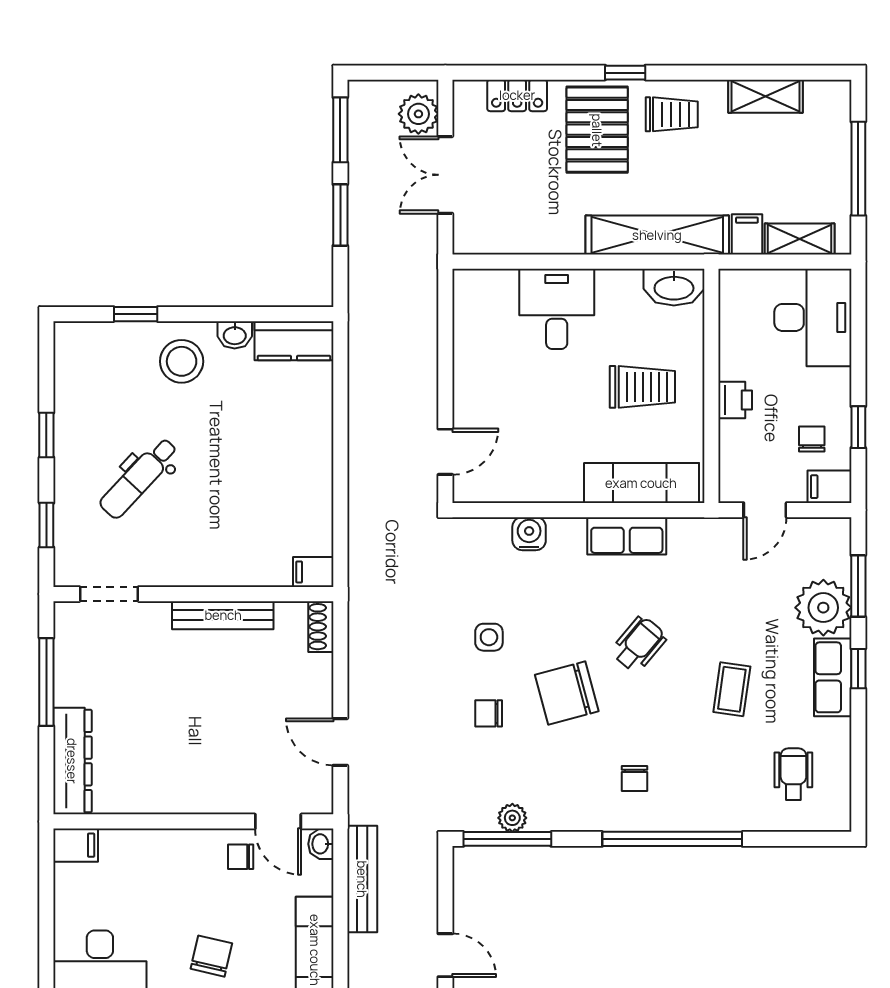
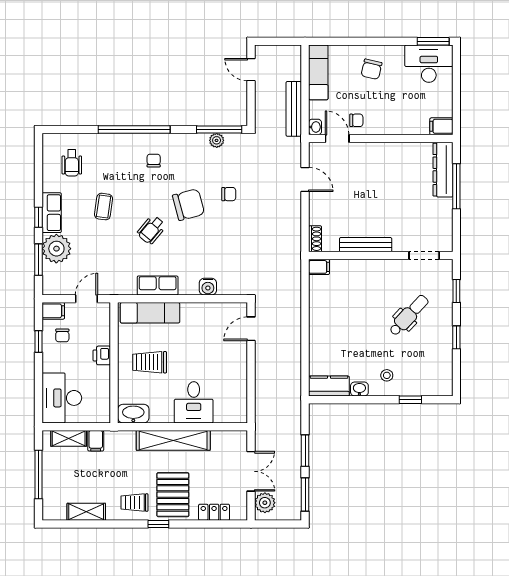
shelving: (657, 235) -> (173, 440), moved
stool: (182, 361) -> (387, 375), width x0.53, depth x0.53
side table: (489, 637) -> (229, 233), removed
window: (46, 682) -> (456, 186), moved

